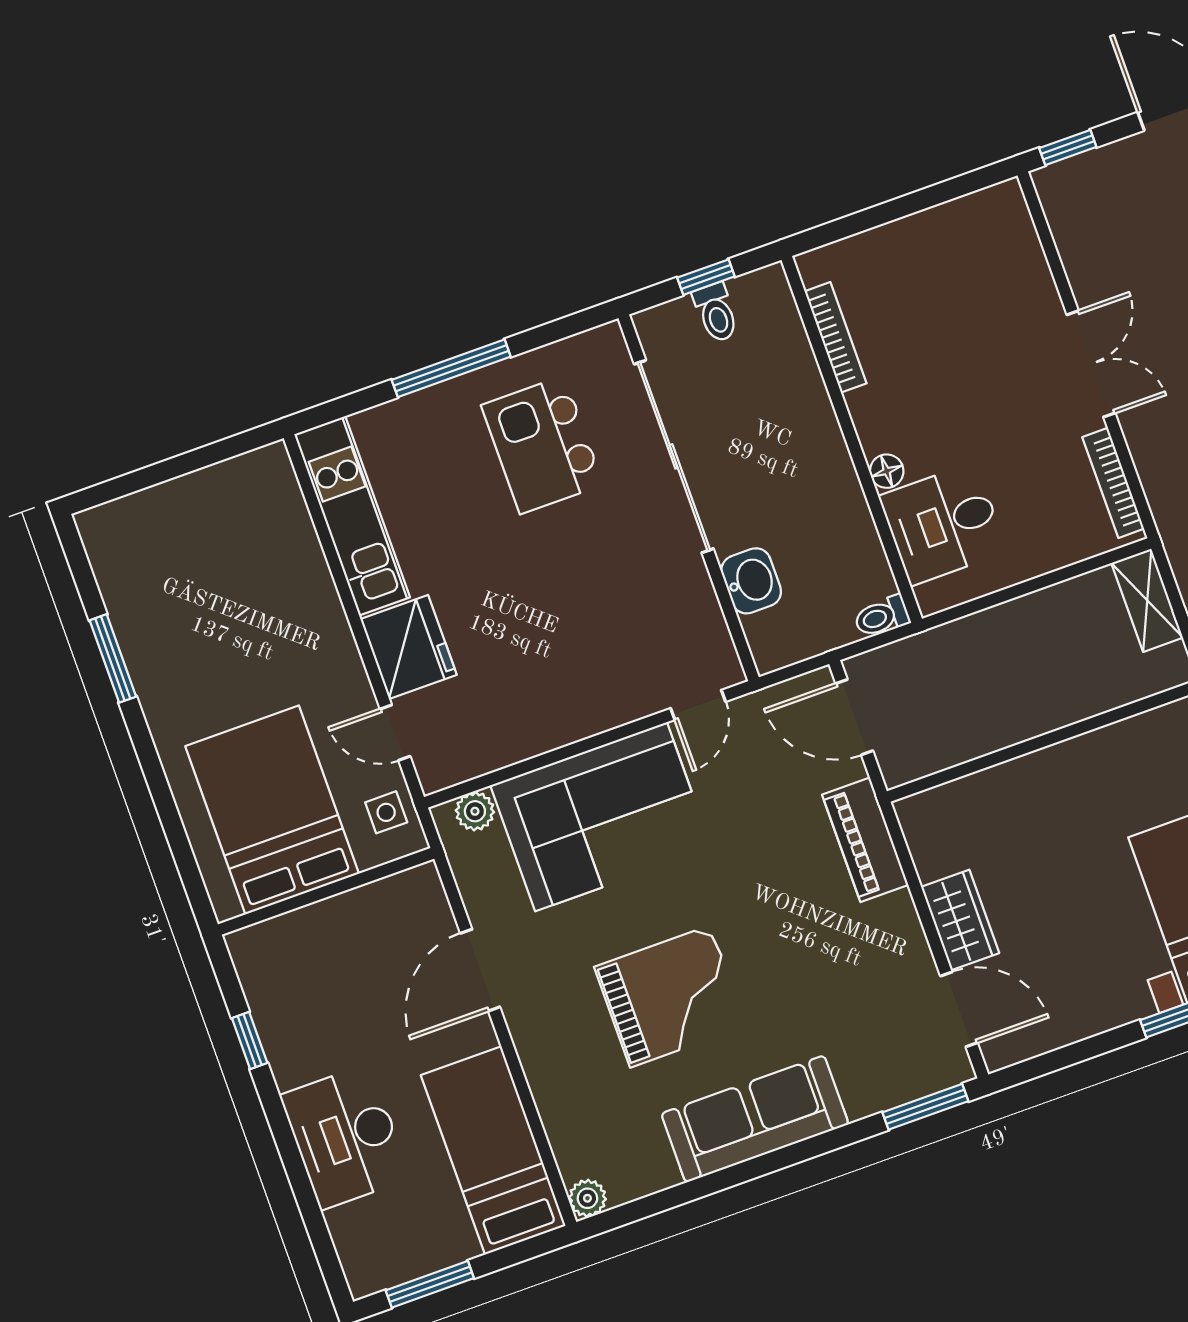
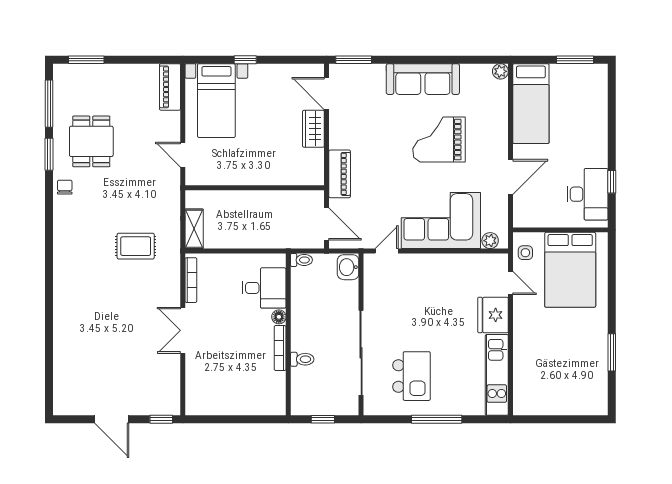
toilet: (716, 313) -> (302, 359), moved, turned 90
bookcase: (836, 337) -> (280, 348), moved
washbasin: (751, 581) -> (348, 267), moved
desk: (345, 1137) -> (588, 194), moved

